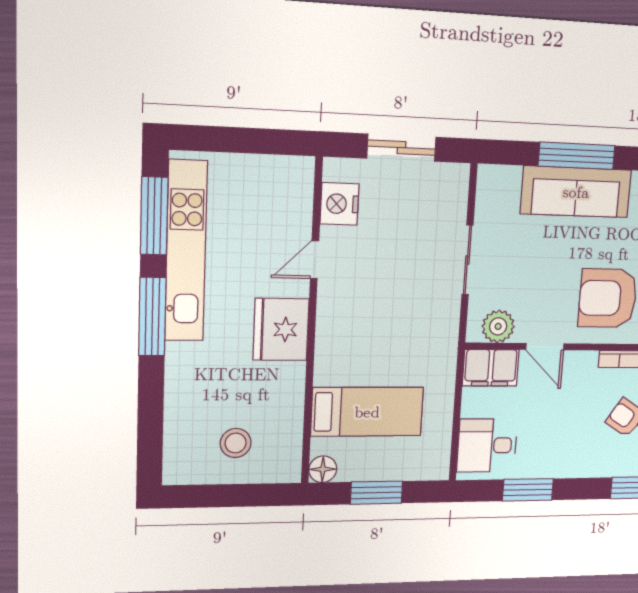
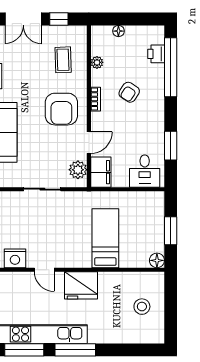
bed: (367, 412) -> (105, 238), moved

